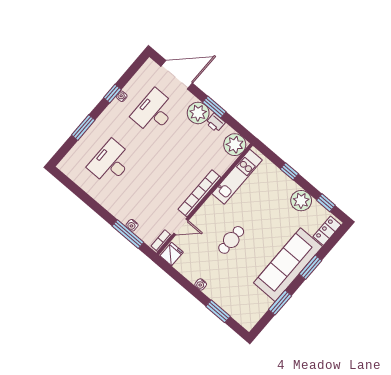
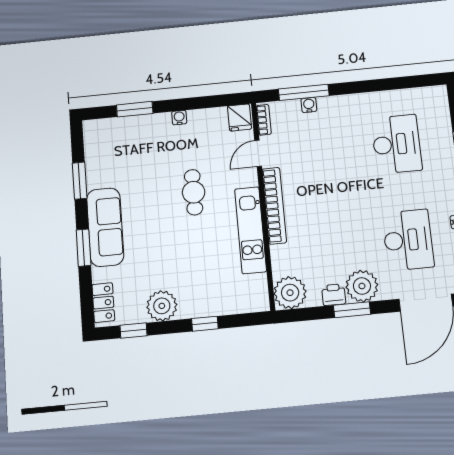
kitchen unit: (237, 177) -> (251, 230), moved
sofa: (288, 265) -> (105, 227), width x0.74, depth x0.79

